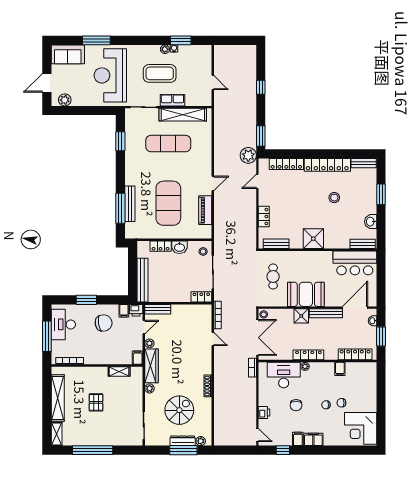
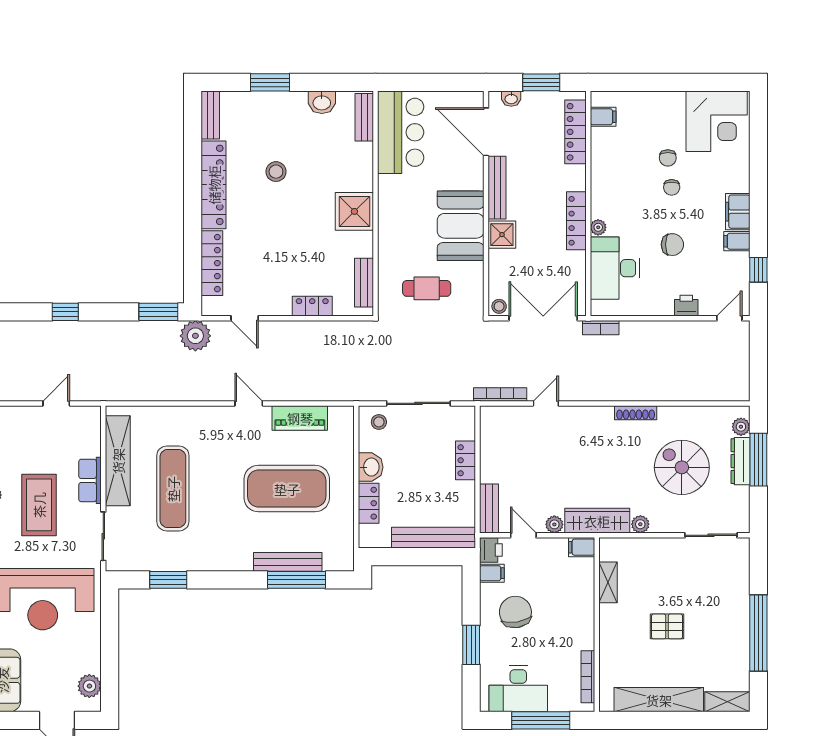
locker: (201, 297) -> (466, 460), moved
filing cabinet: (340, 369) -> (603, 117), moved

